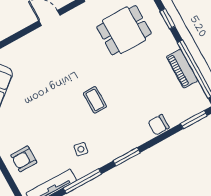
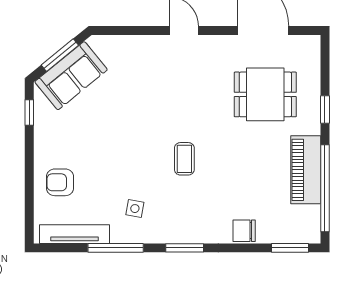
piano: (182, 69) -> (306, 170), width x1.37, depth x1.33

